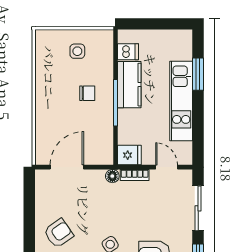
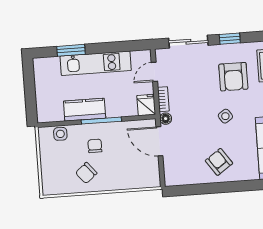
side table: (77, 51) -> (60, 134), moved
dishwasher: (128, 52) -> (56, 113), removed
chair: (57, 81) -> (86, 173), added
door: (67, 167) -> (159, 141), moved

